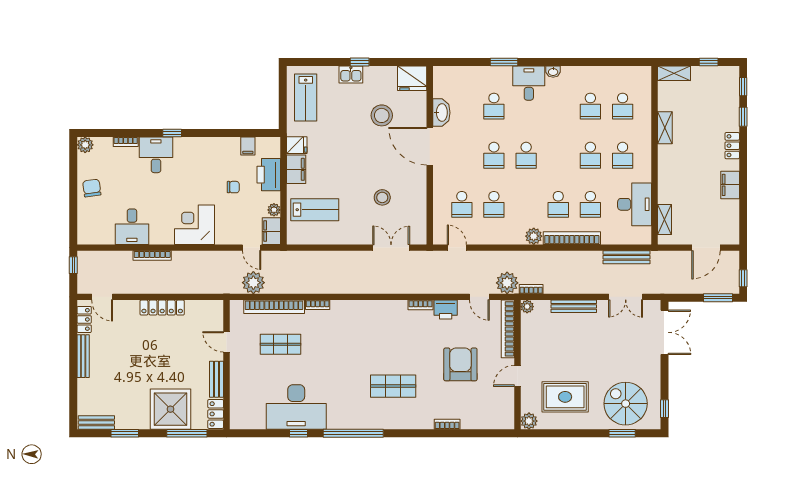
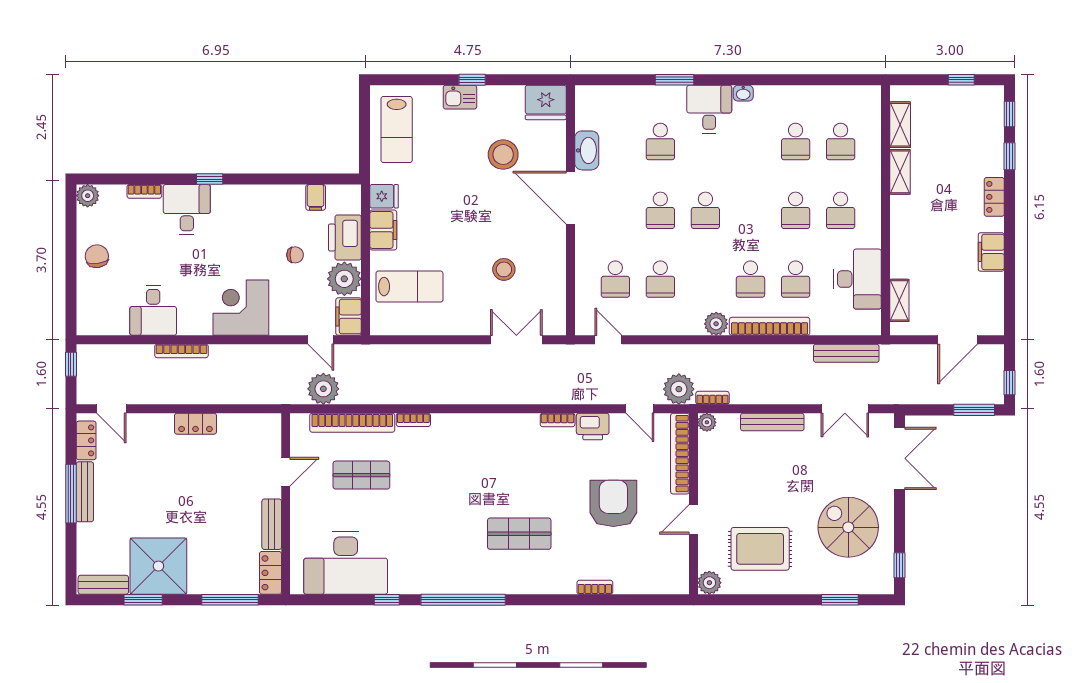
shelving: (674, 73) -> (900, 125), moved, turned 90
plant: (274, 210) -> (344, 279), width x1.87, depth x1.87
locker: (162, 308) -> (195, 424), width x0.66
door: (227, 342) -> (286, 472), swing flipped
window: (73, 357) -> (71, 494), added
spiral stairs: (626, 404) -> (848, 527), moved
desk: (296, 407) -> (346, 563), moved
shower: (170, 409) -> (158, 566), moved

